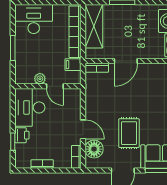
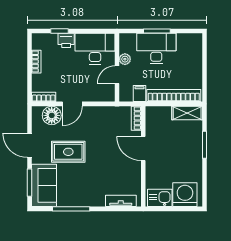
desk: (34, 19) -> (156, 48), moved, turned -90
shelving: (94, 26) -> (187, 113), width x0.67, depth x0.75

